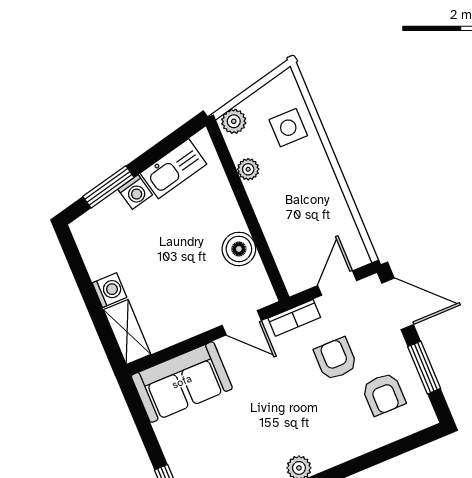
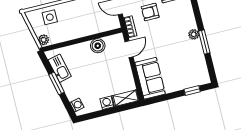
plant: (248, 169) -> (65, 37), removed
window: (108, 187) -> (56, 83), moved
washing machine: (135, 192) -> (77, 105), moved

